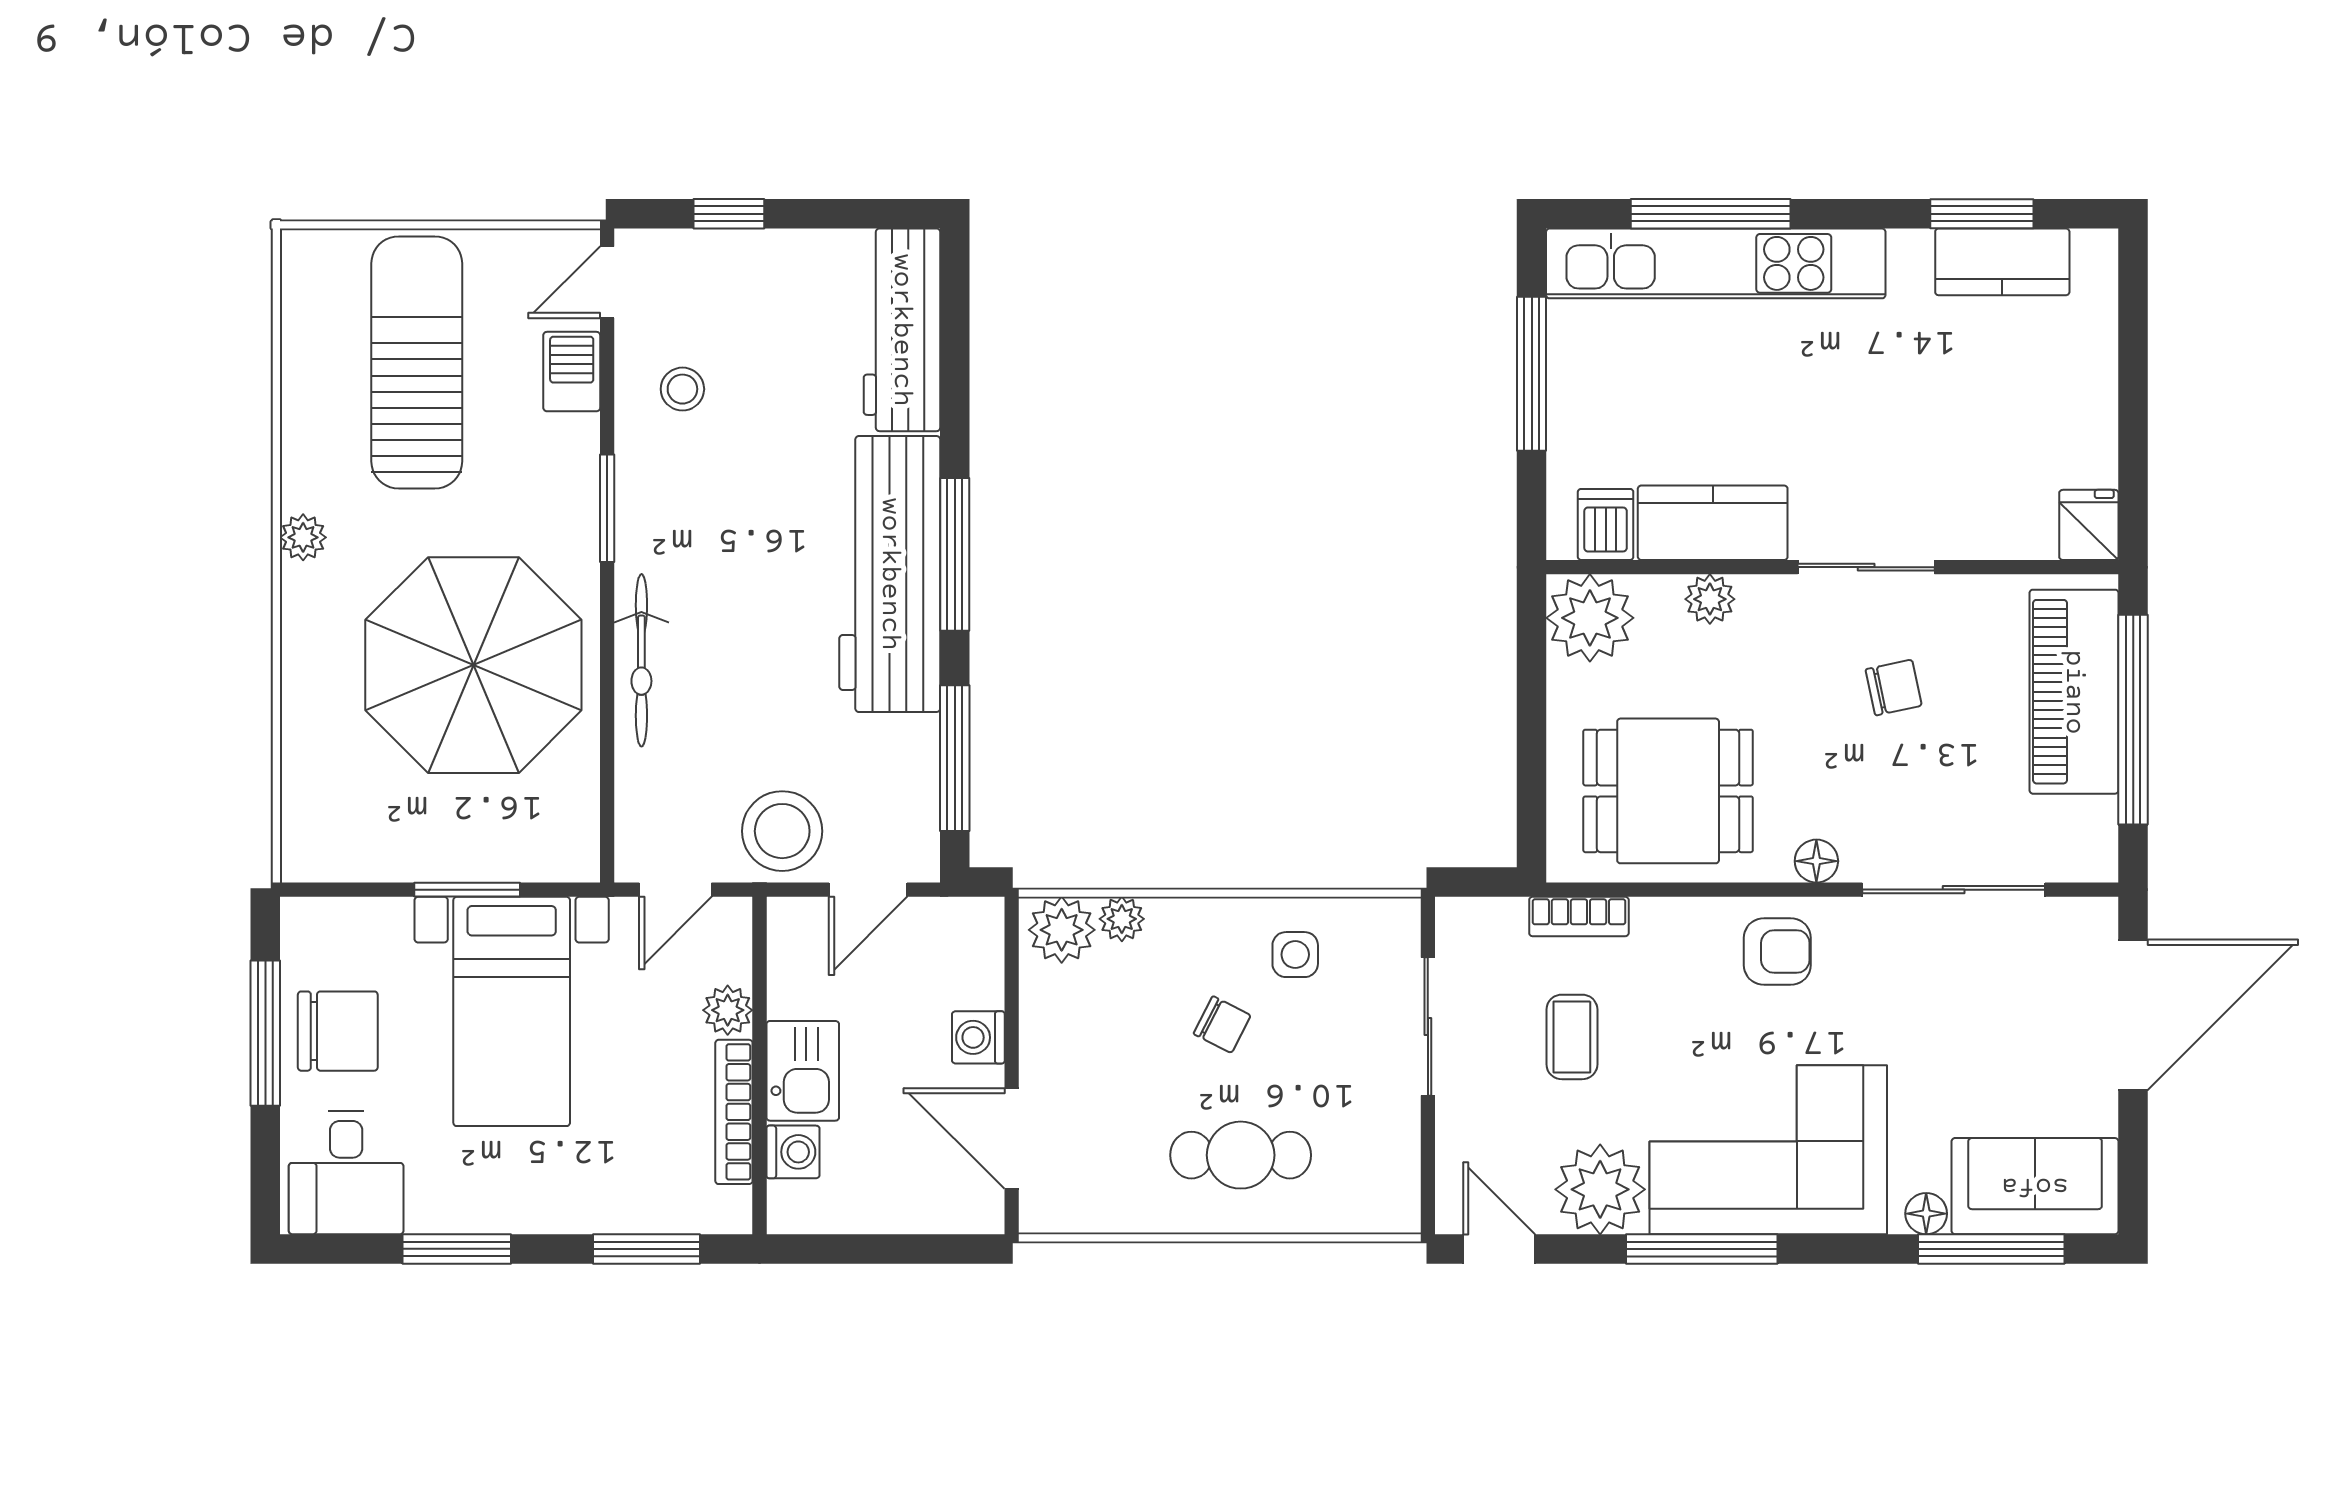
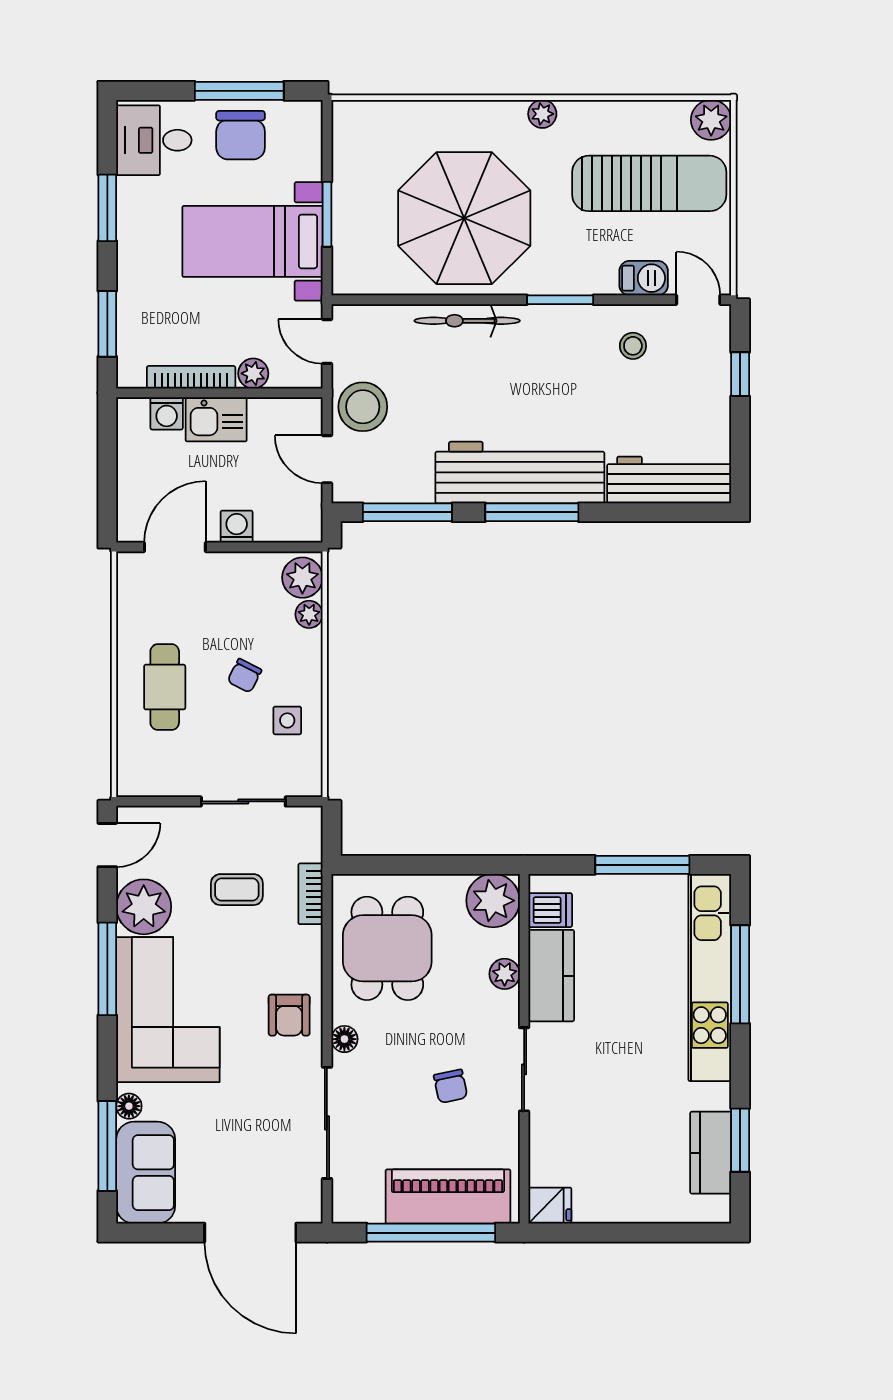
plant: (313, 261) -> (711, 120), added

